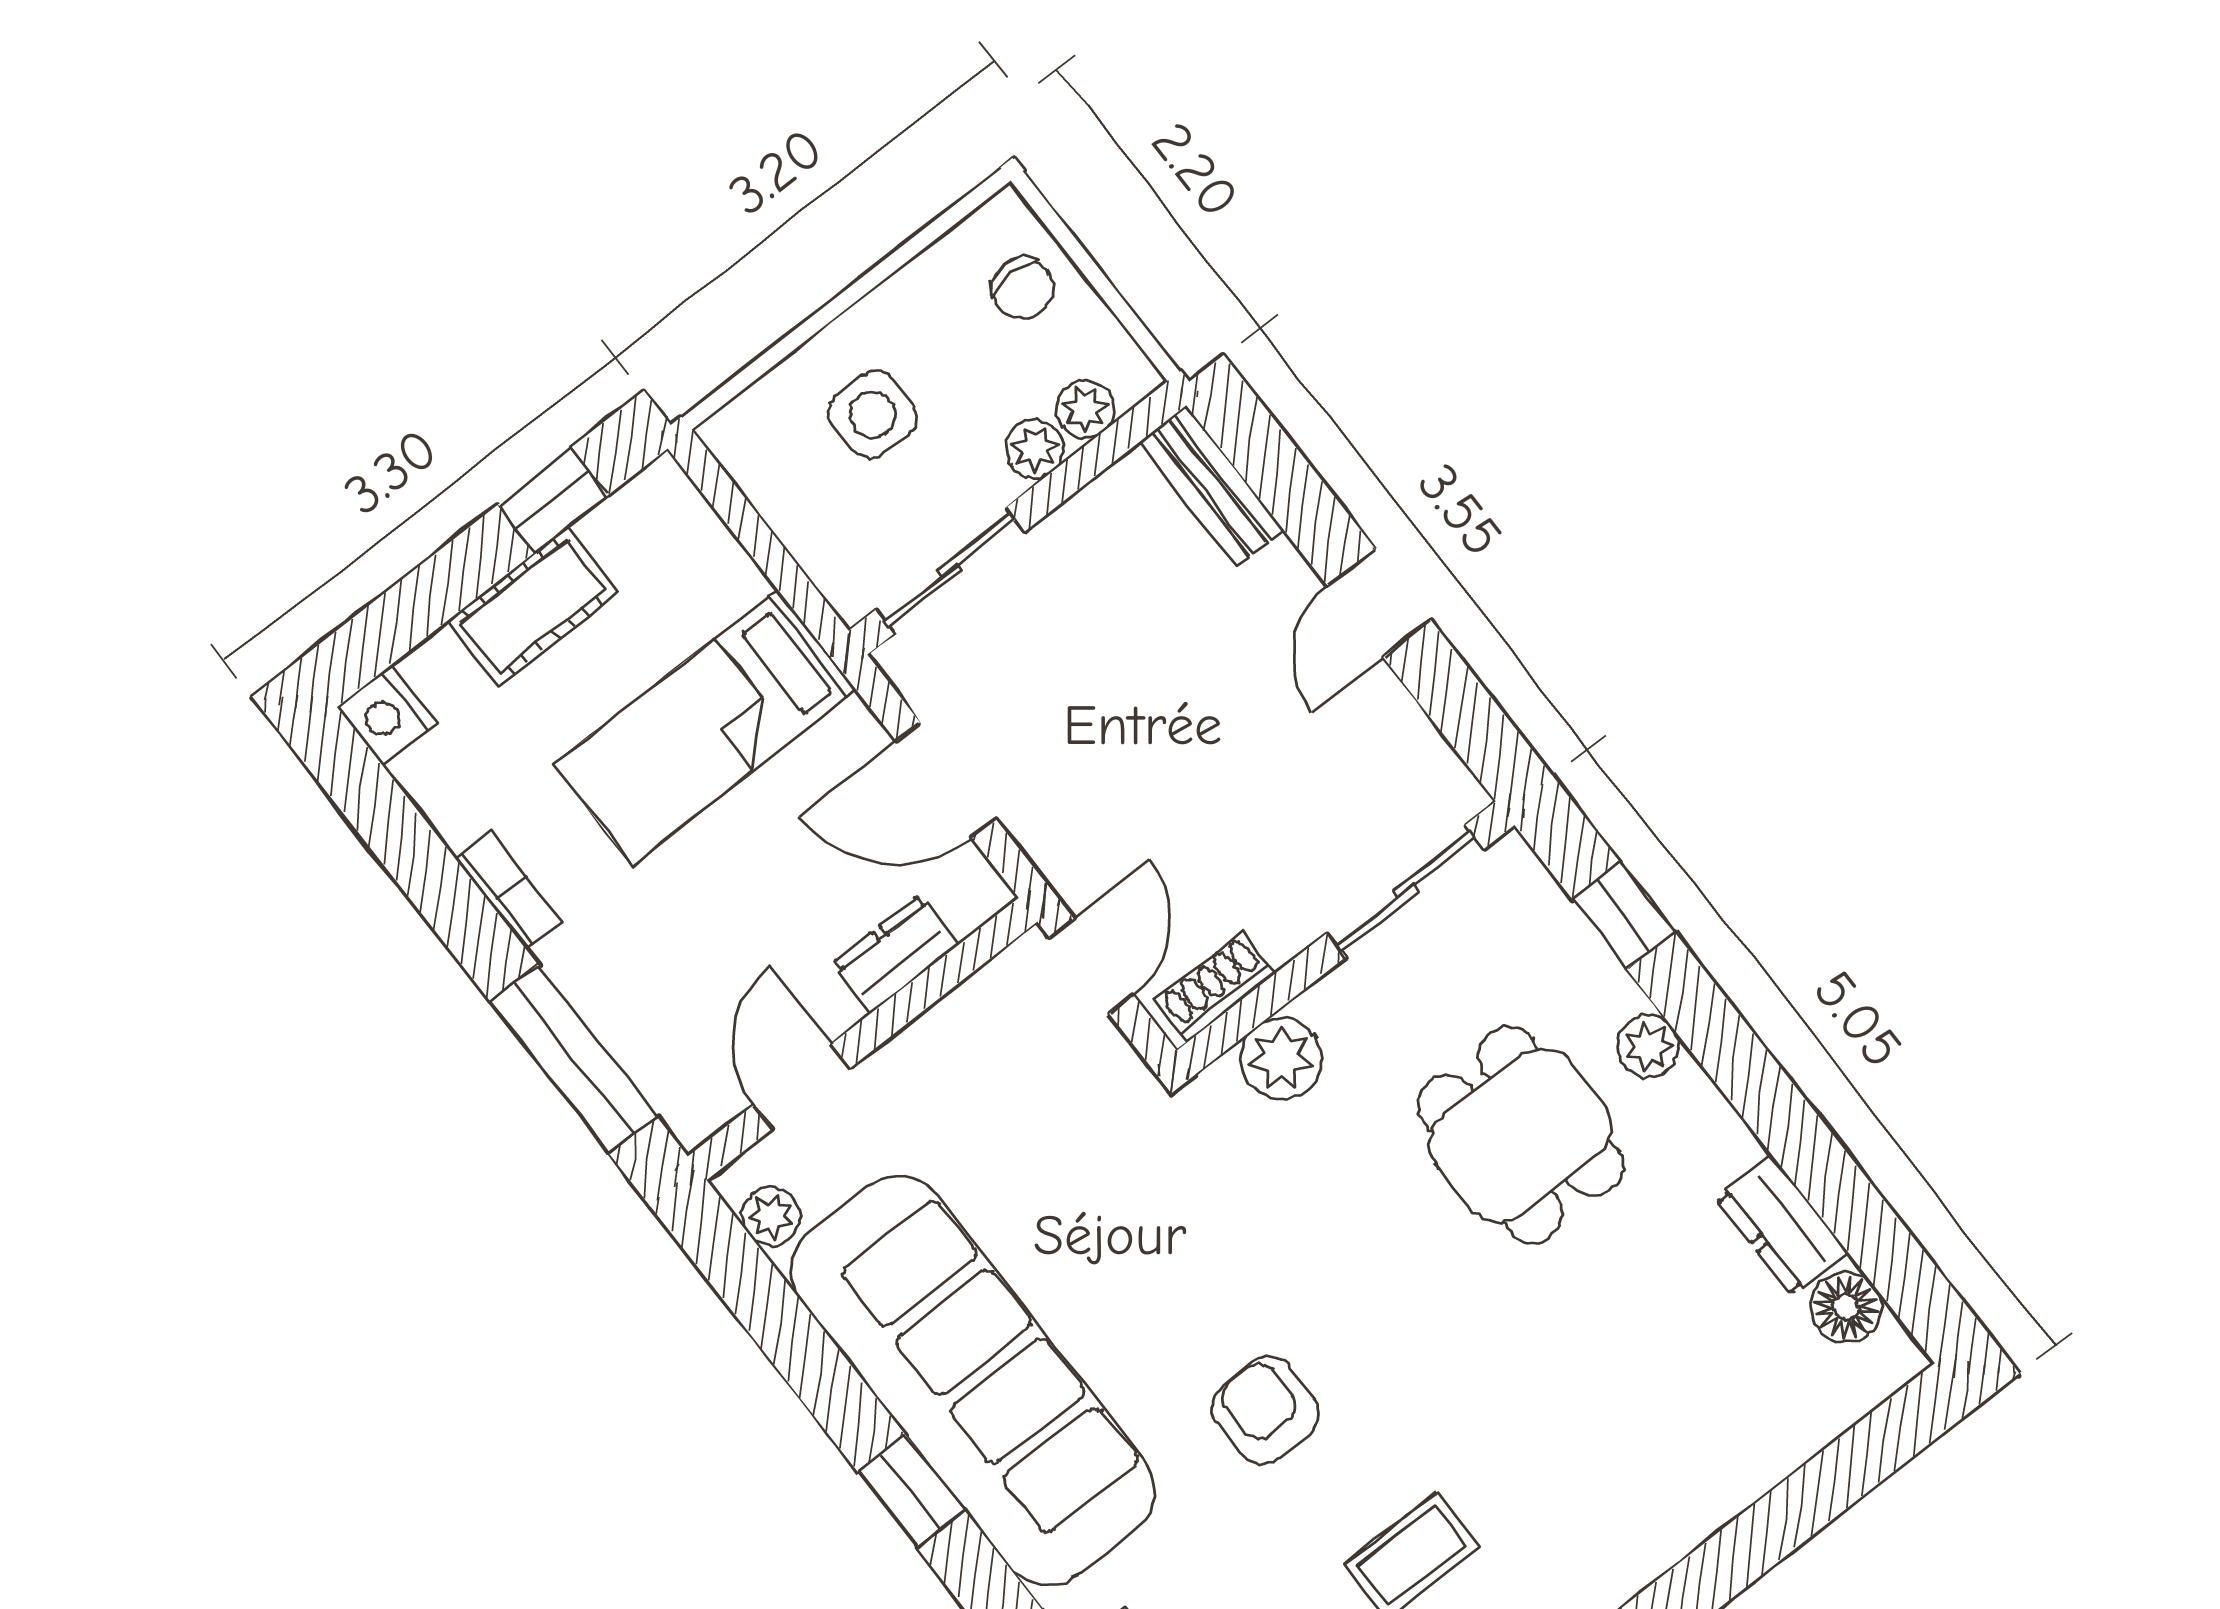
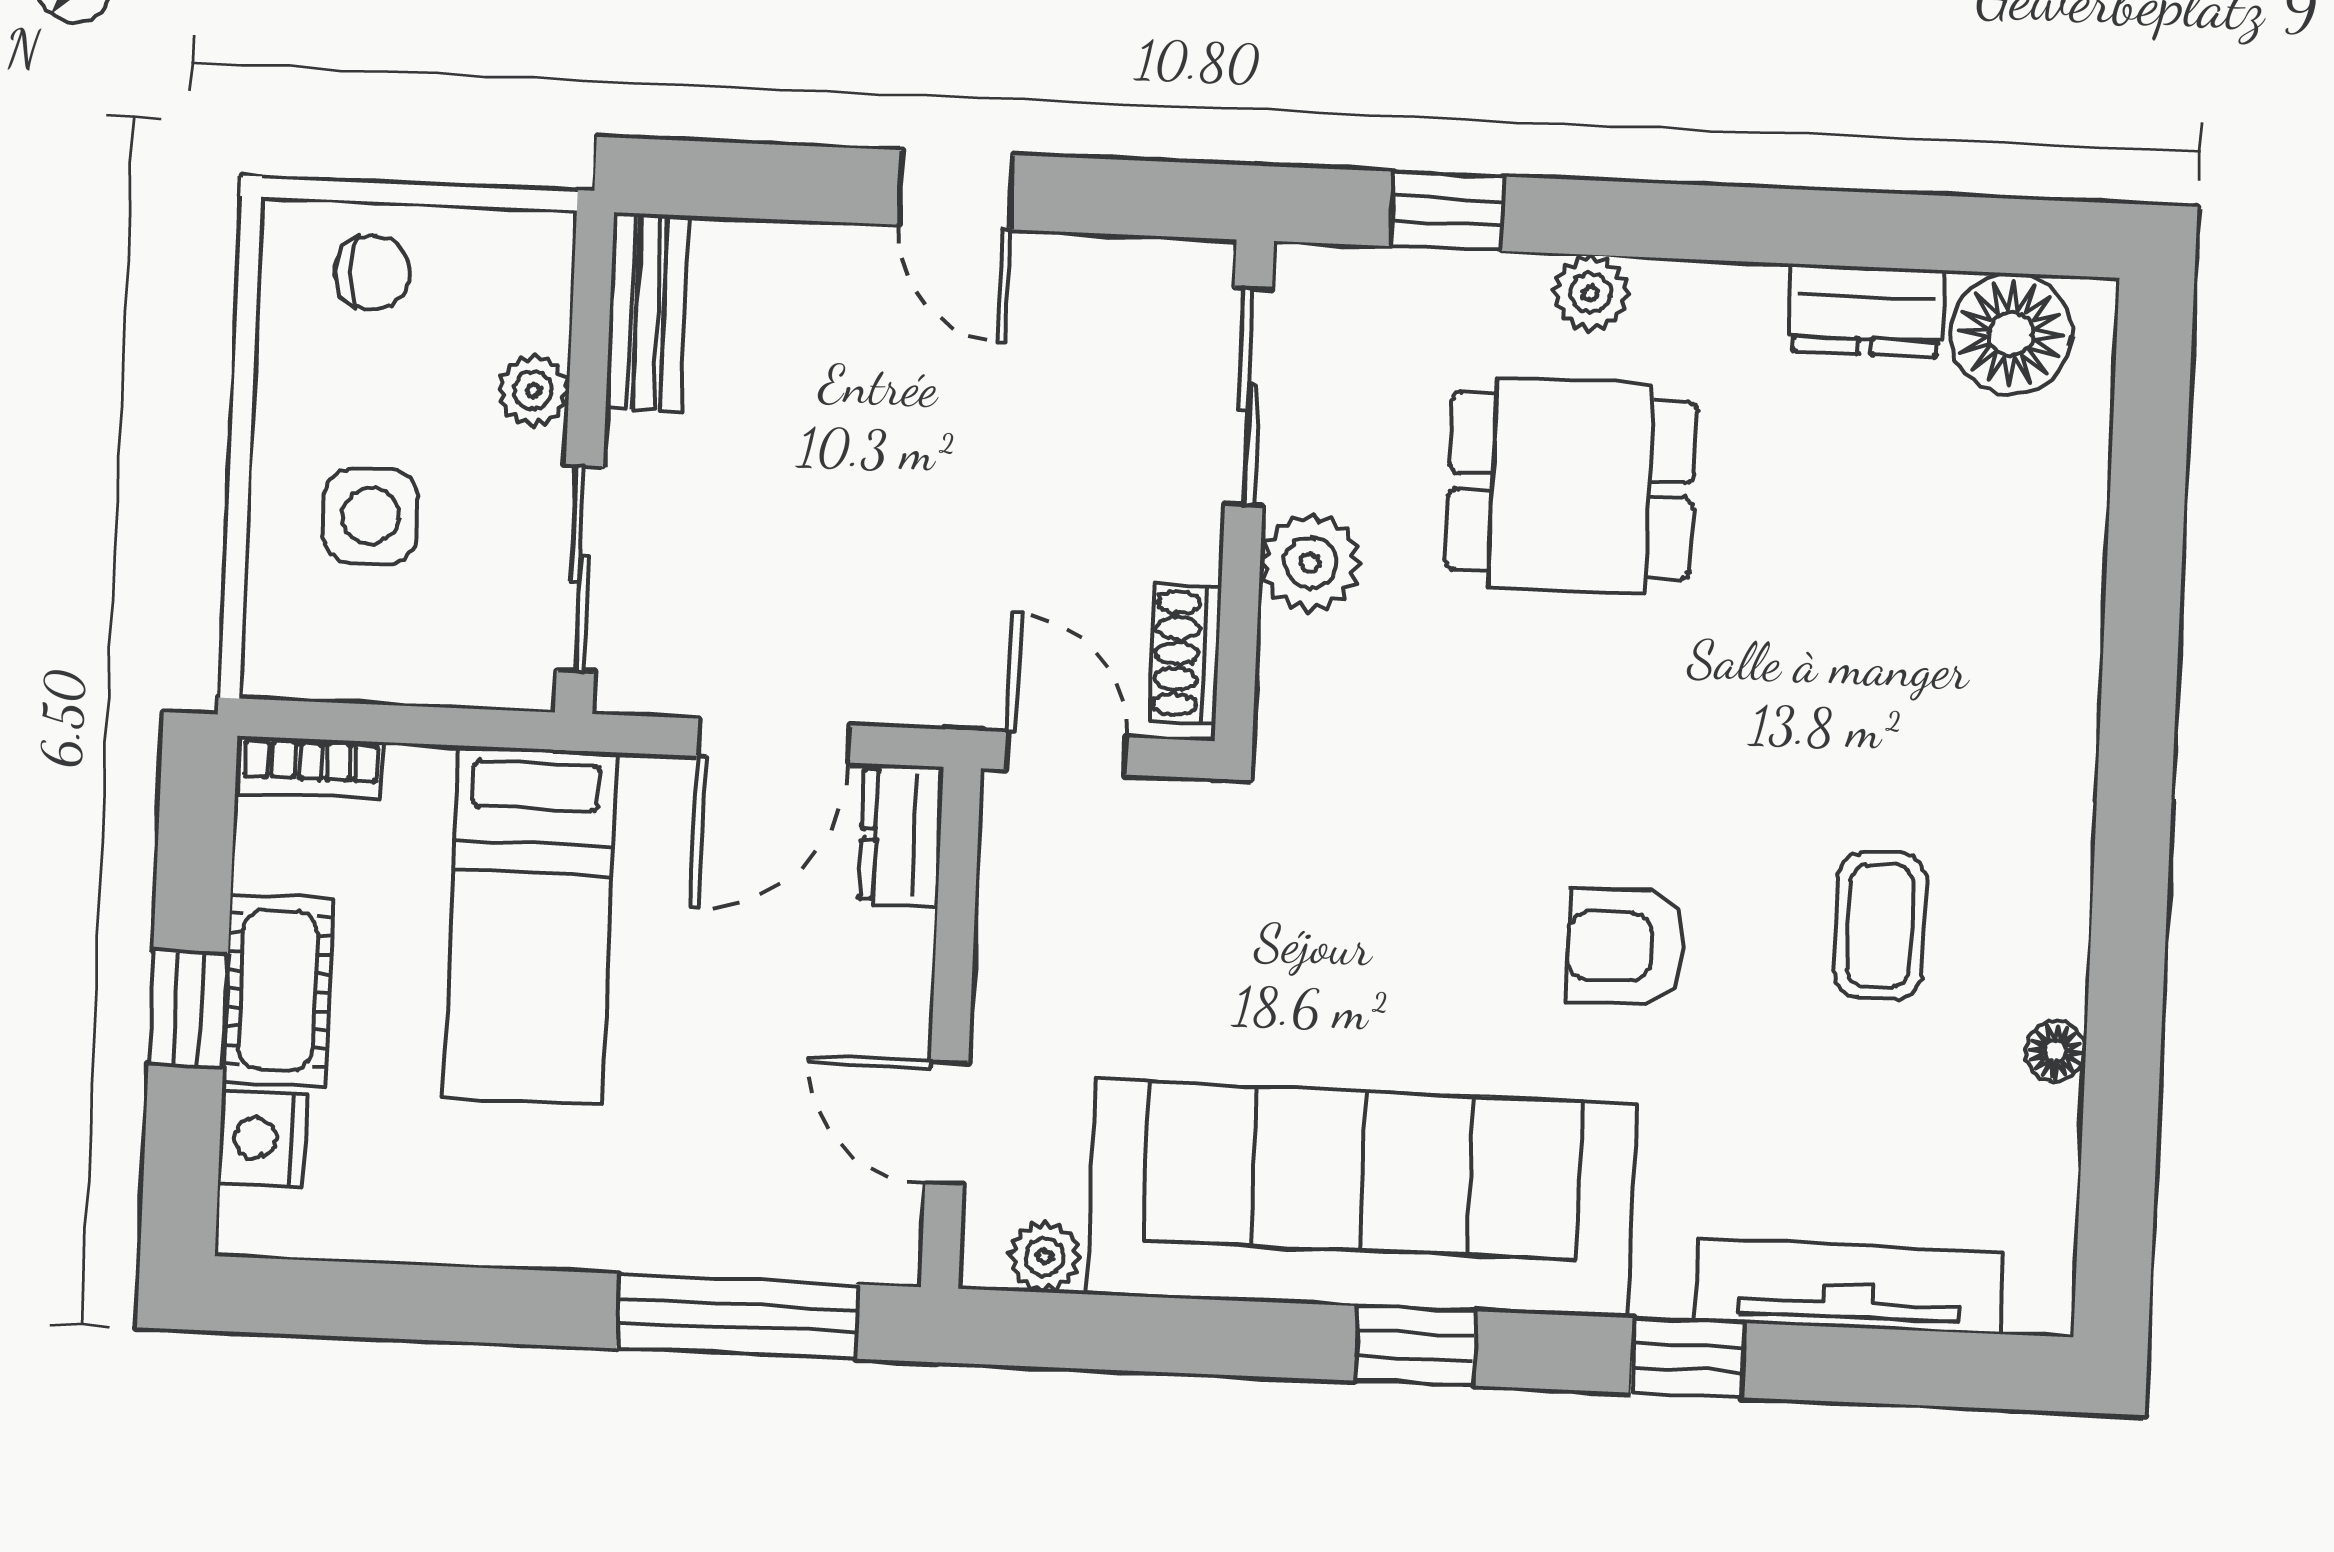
plant: (1085, 409) -> (537, 311), removed
bench: (1211, 486) -> (647, 312), moved, turned 90
window: (553, 500) -> (188, 1009), moved
nightstand: (387, 715) -> (262, 1138), moved, turned 90
bookcase: (508, 890) -> (311, 768), moved, turned 180
dresser: (895, 954) -> (901, 835), moved
plant: (1281, 1059) -> (1310, 563), moved
floor lamp: (1846, 1307) -> (2011, 334), width x1.38, depth x1.38

